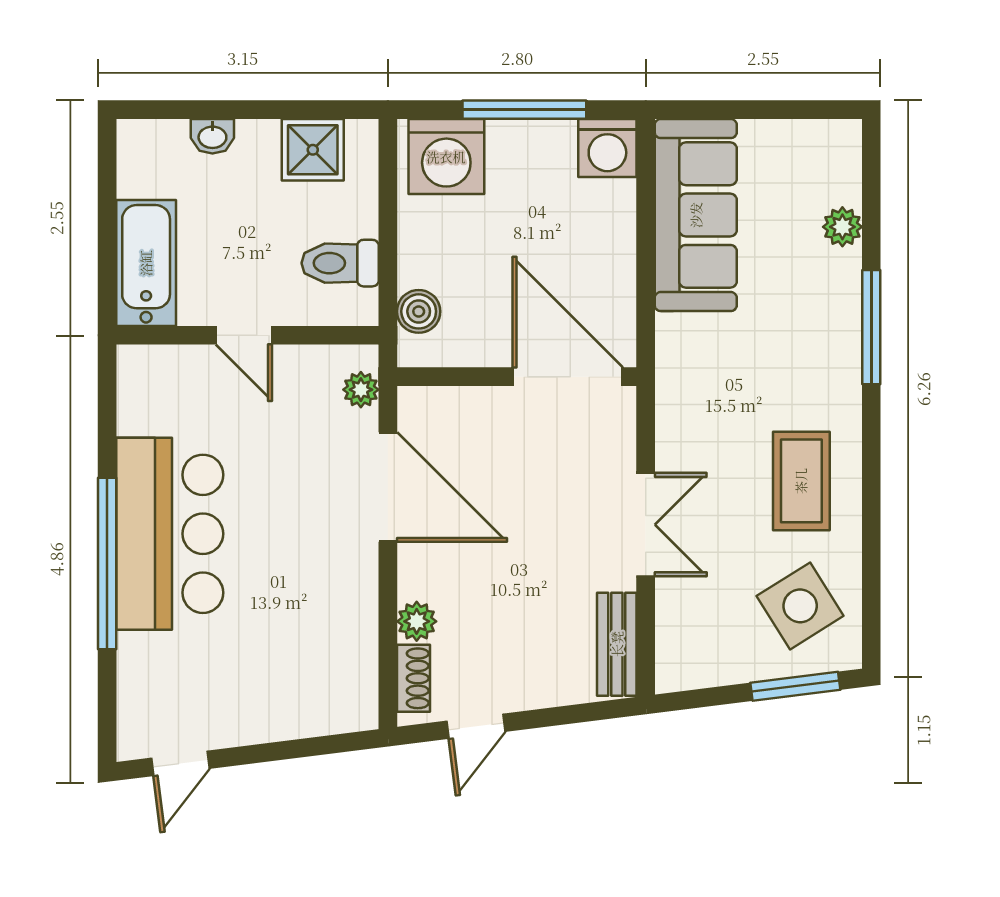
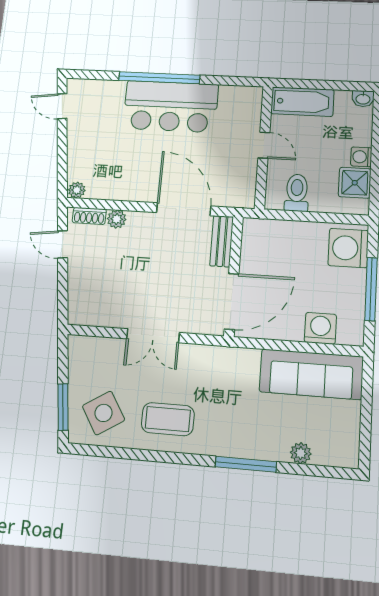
washbasin: (212, 136) -> (363, 99), moved, turned -90
washing machine: (258, 139) -> (361, 157), added
washing machine: (607, 148) -> (320, 328), moved, turned 90
boiler: (419, 311) -> (270, 229), removed
door: (244, 335) -> (264, 145), swing flipped
plant: (361, 390) -> (77, 190), moved
door: (388, 487) -> (184, 209), swing flipped
bench: (617, 644) -> (222, 241), moved, turned 90

